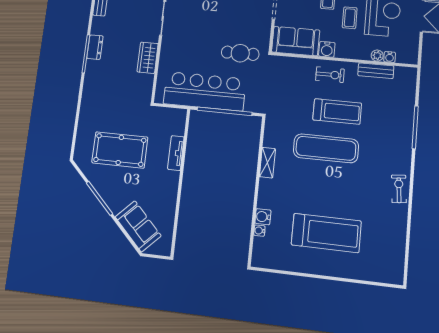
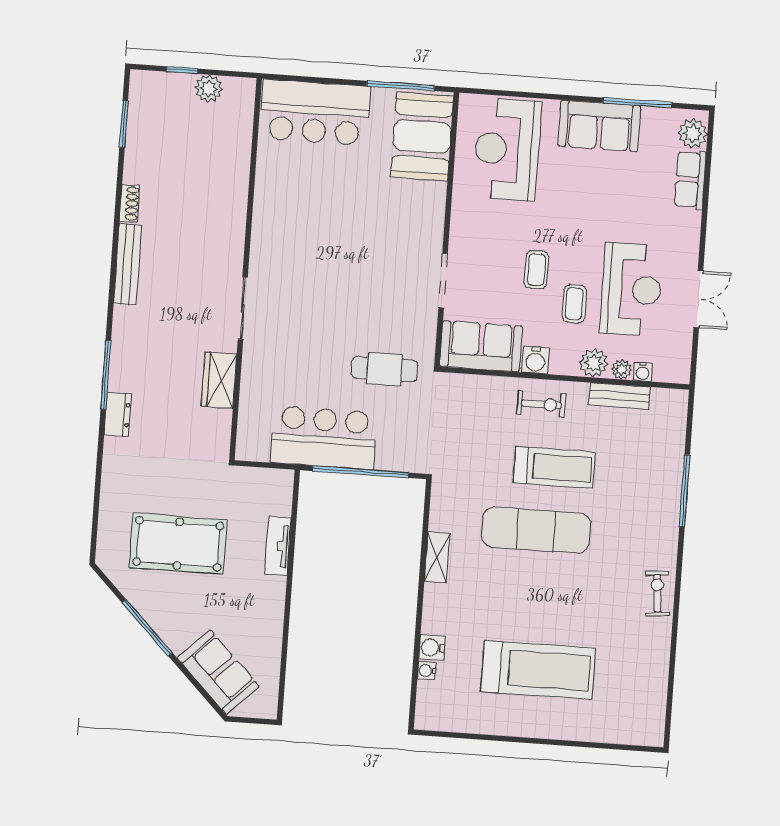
dresser: (95, 47) -> (118, 415), moved
plant: (361, 52) -> (594, 363), added
bar counter: (205, 91) -> (324, 438), width x0.73

